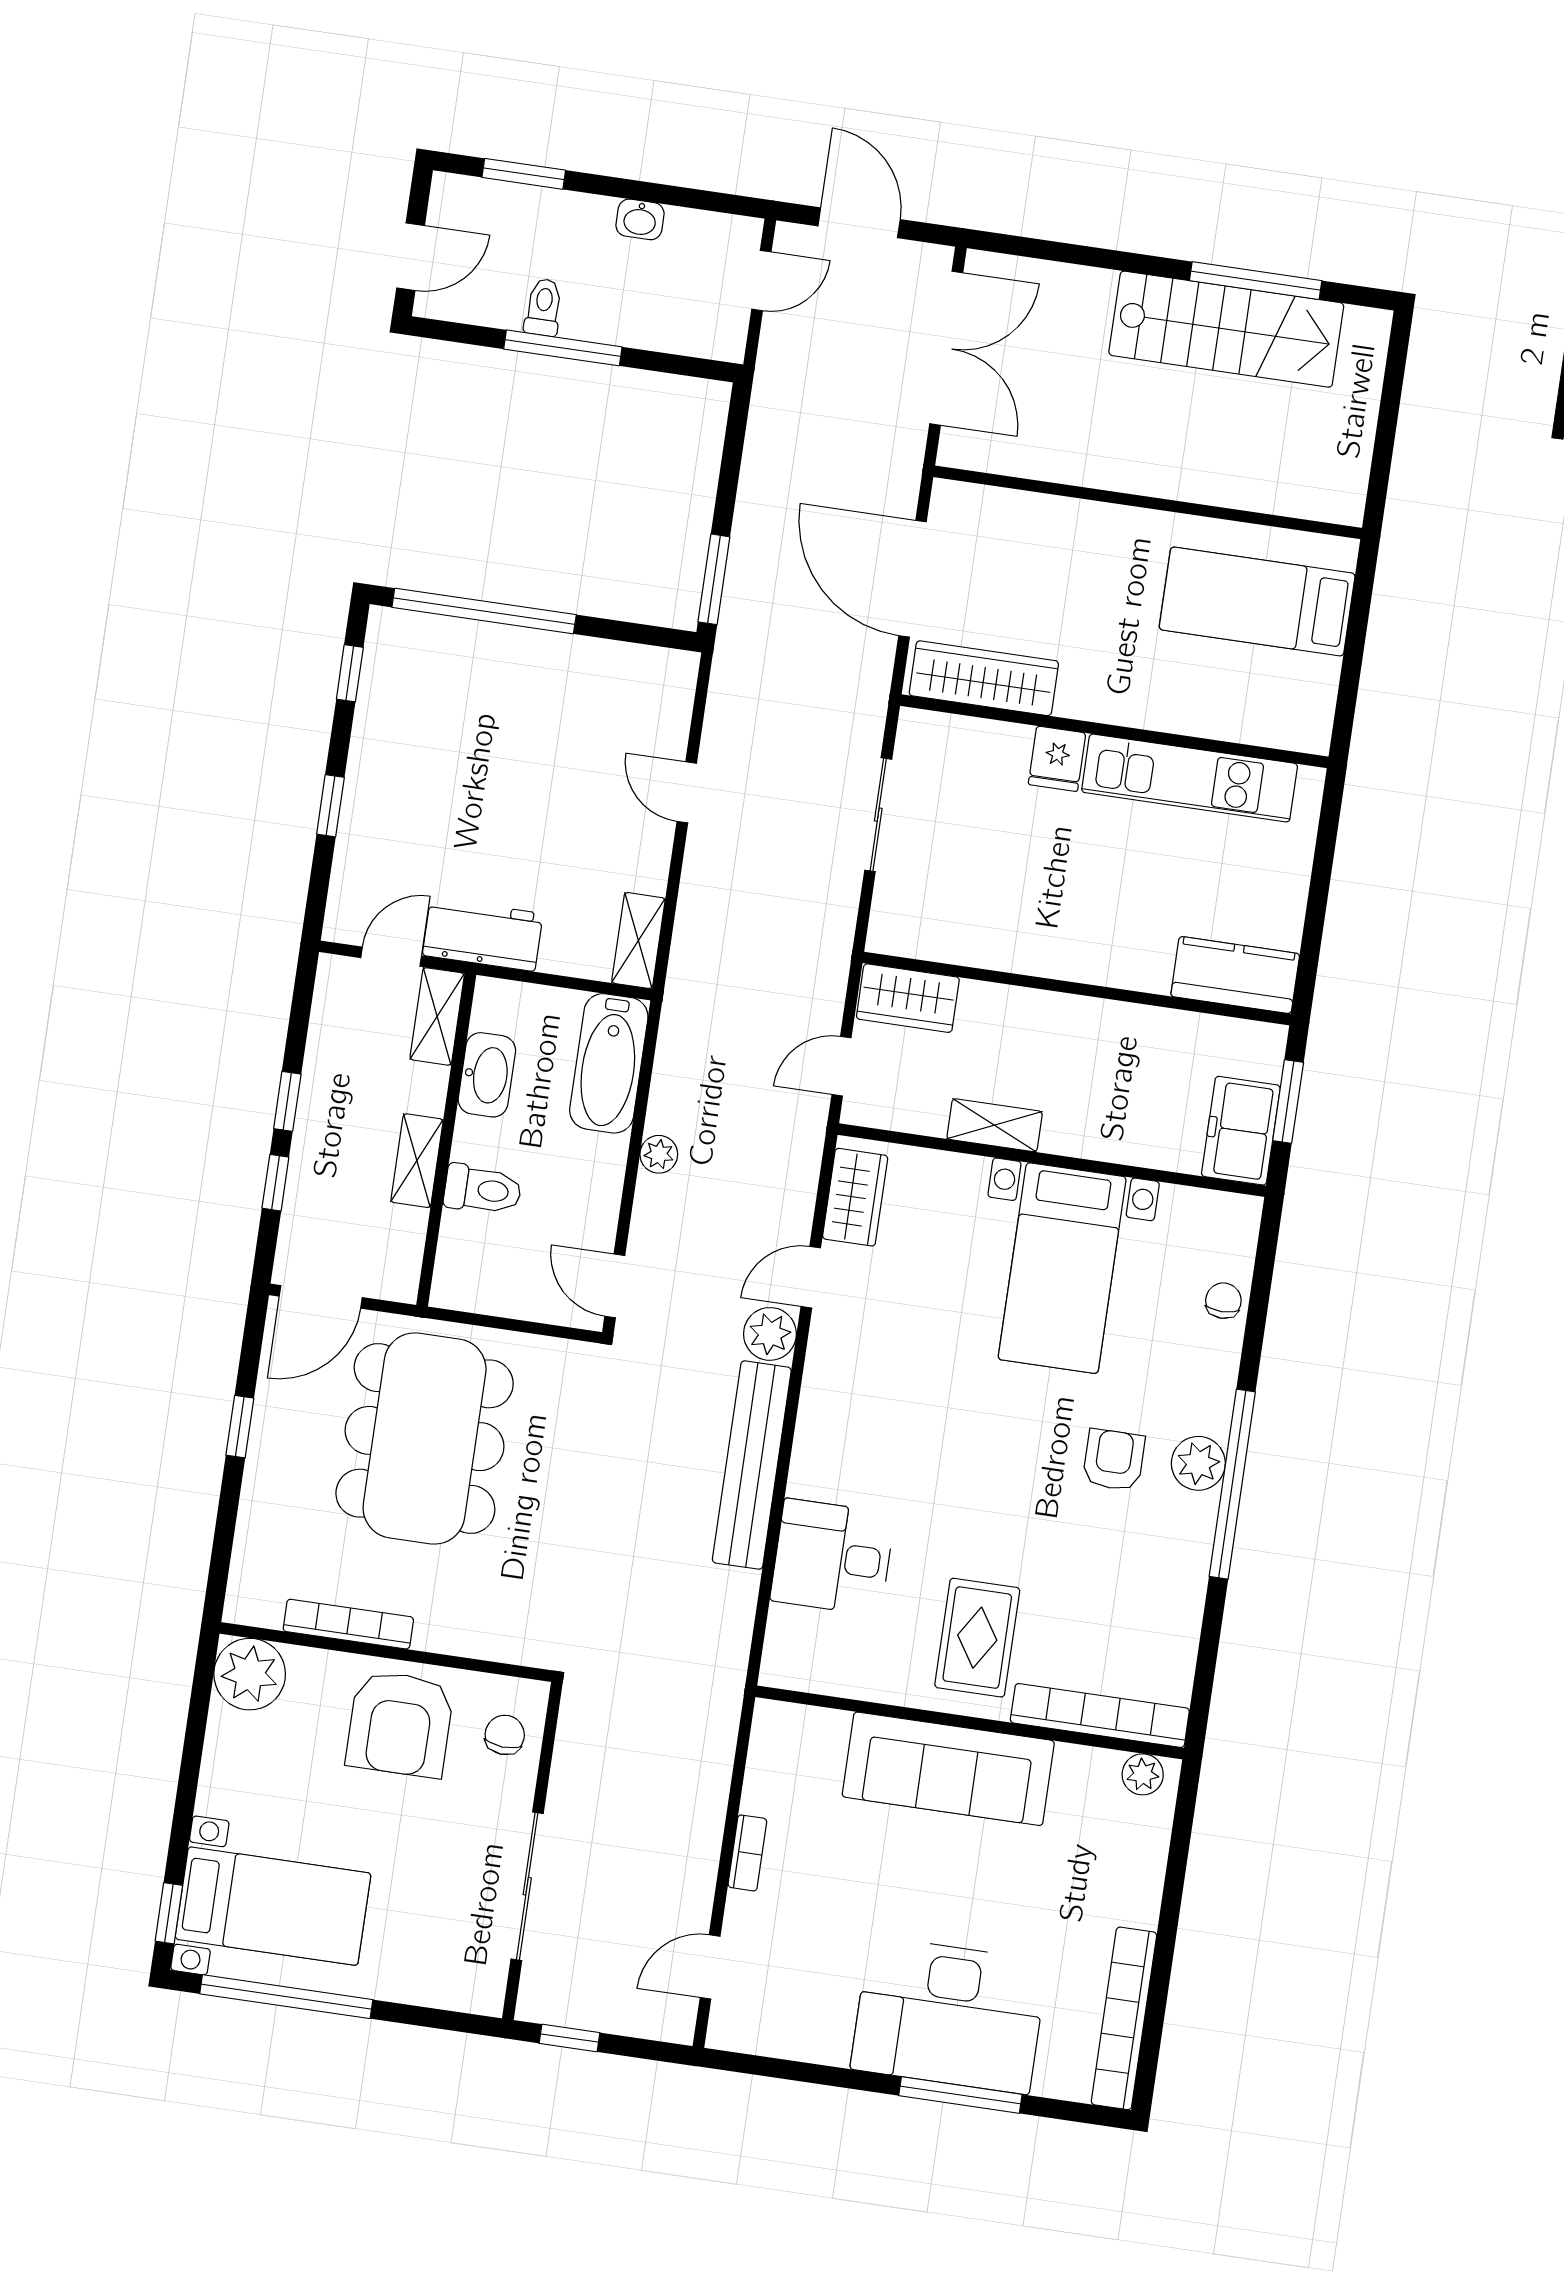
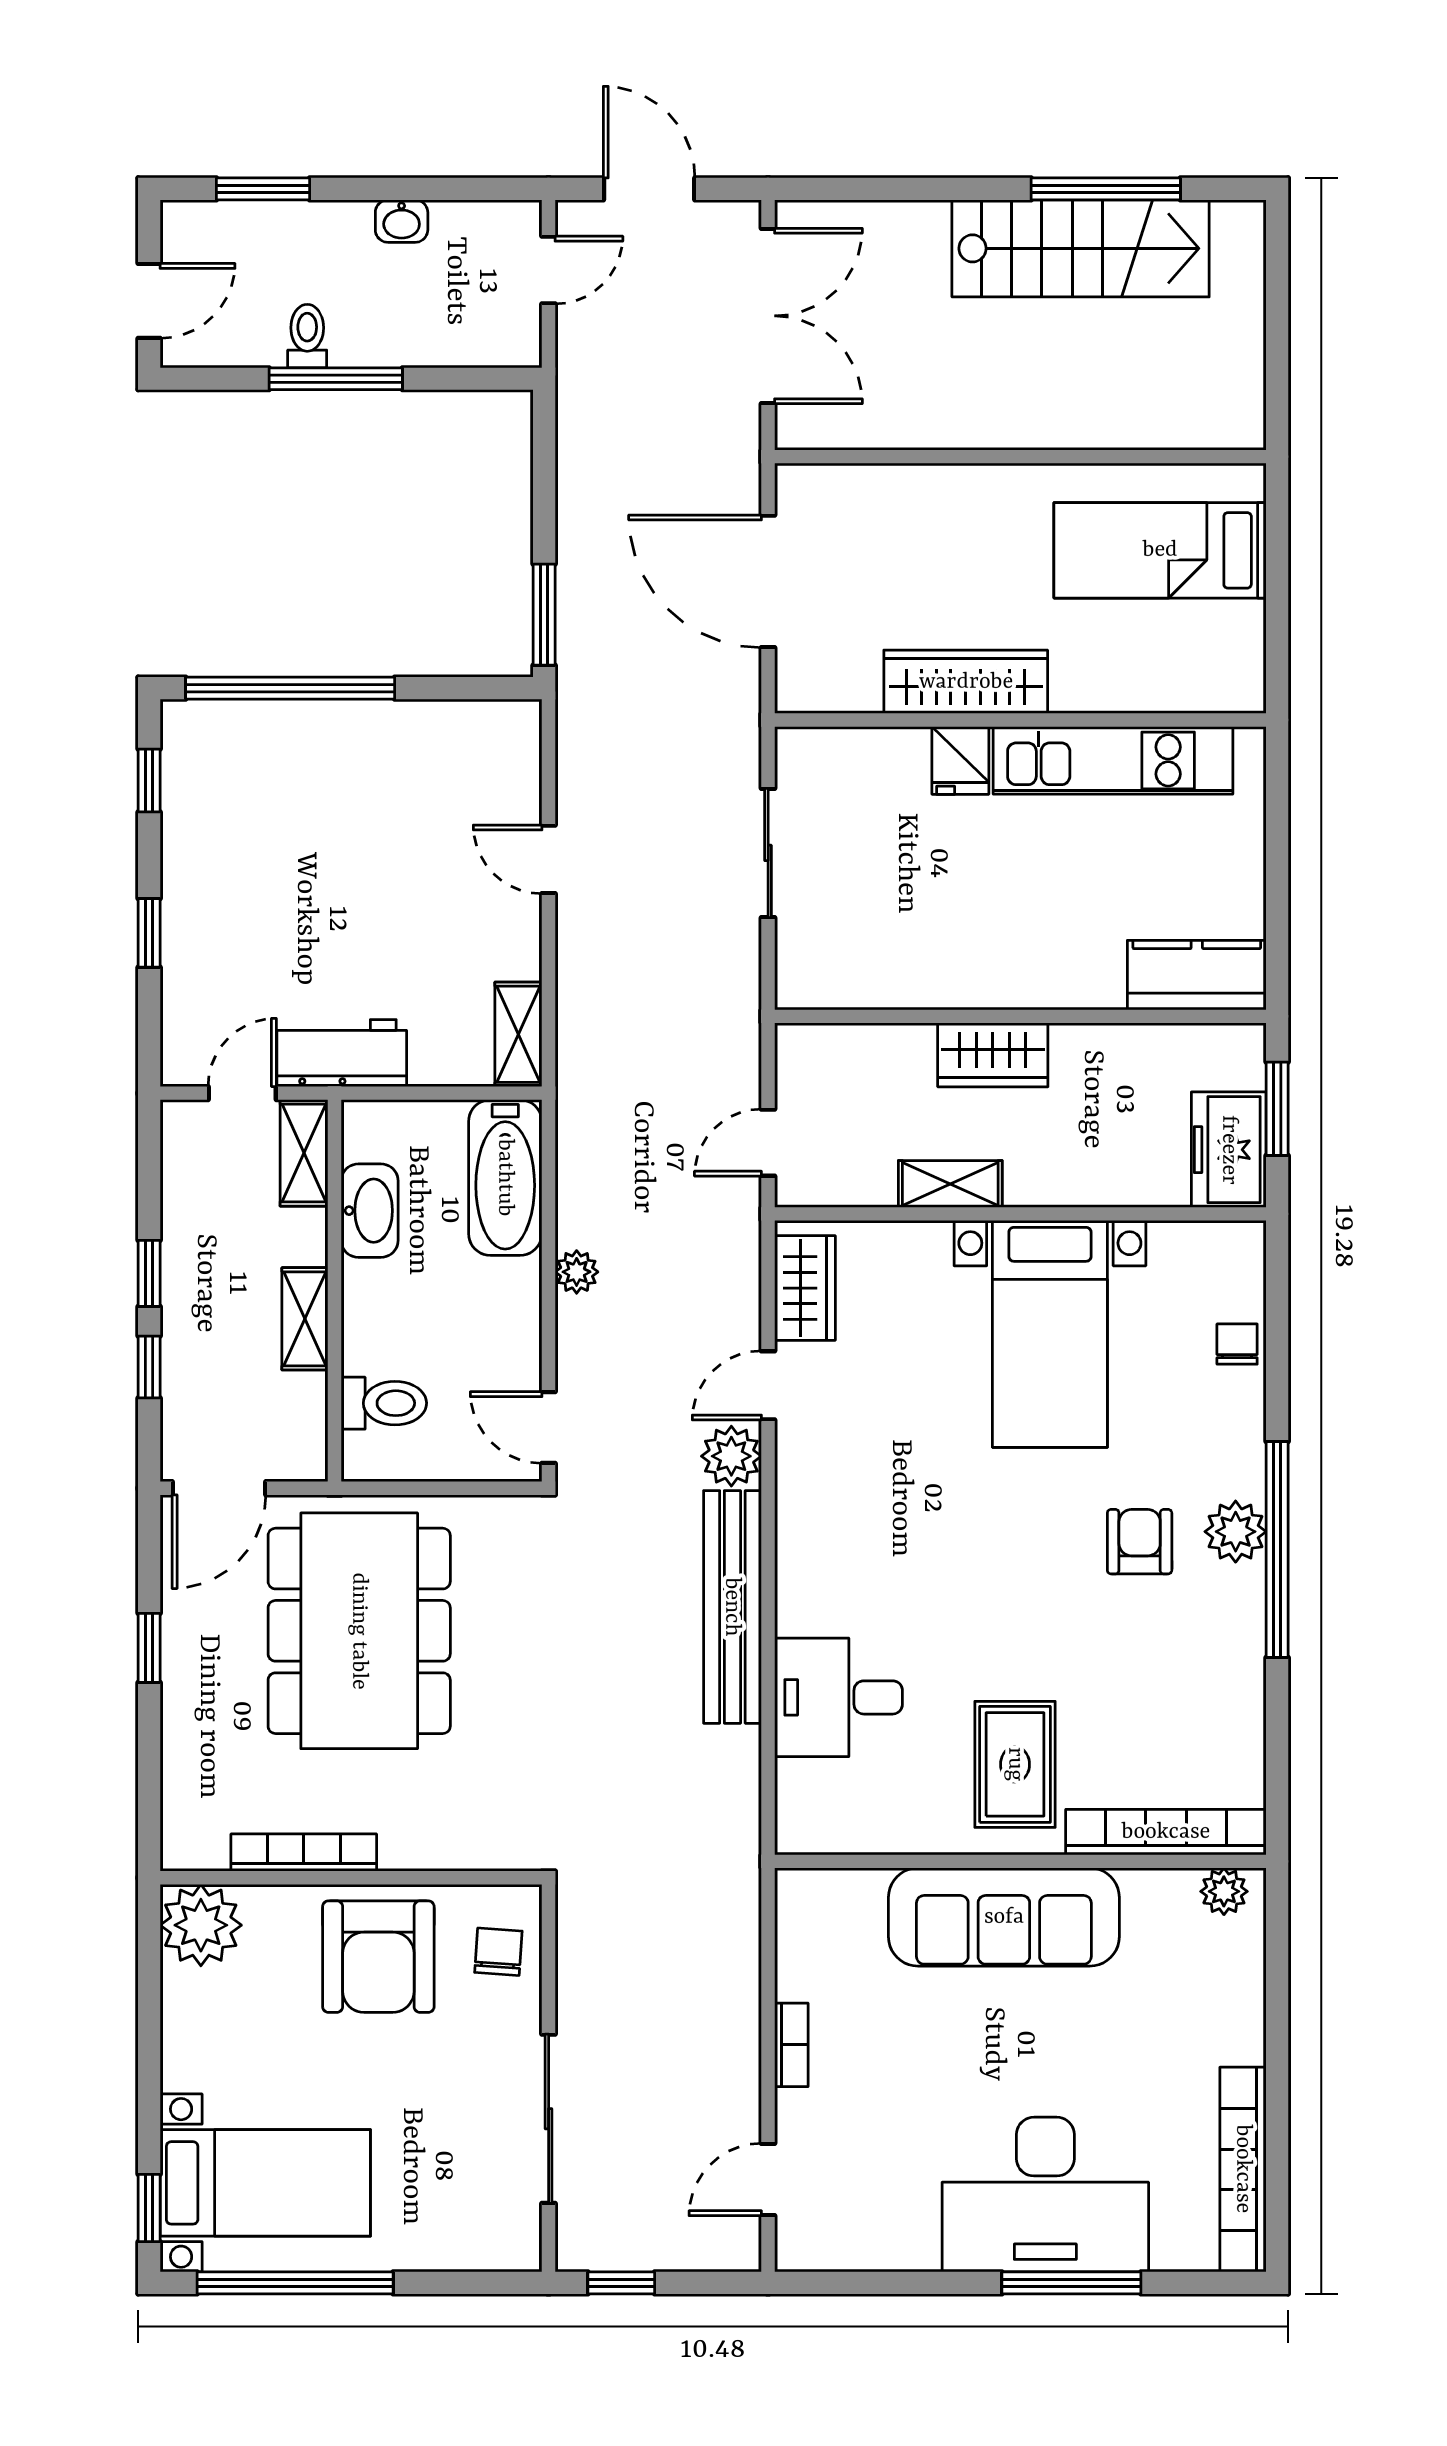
wardrobe: (984, 678) -> (966, 682), moved
wardrobe: (908, 998) -> (993, 1055), moved
toilet: (483, 1190) -> (384, 1403), moved

